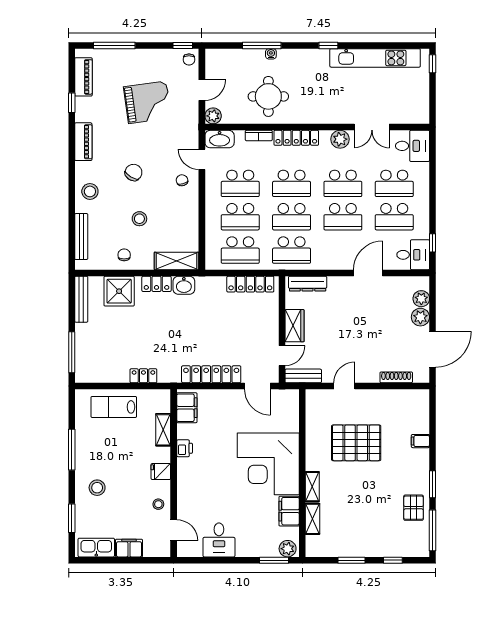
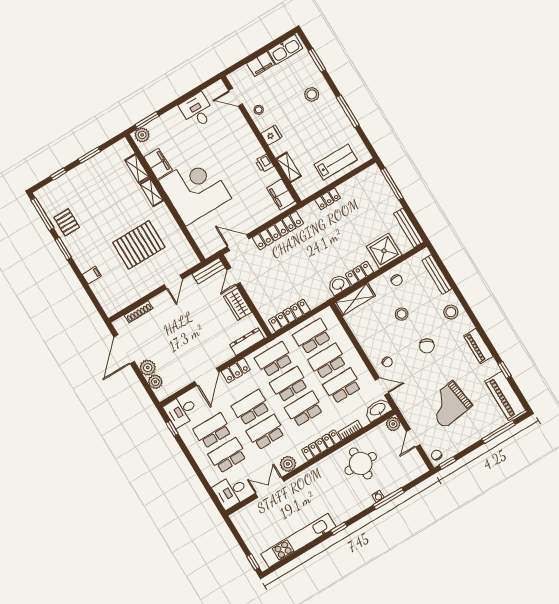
piano: (83, 77) -> (505, 396), width x1.37, depth x1.33
locker: (336, 262) -> (236, 371), added

